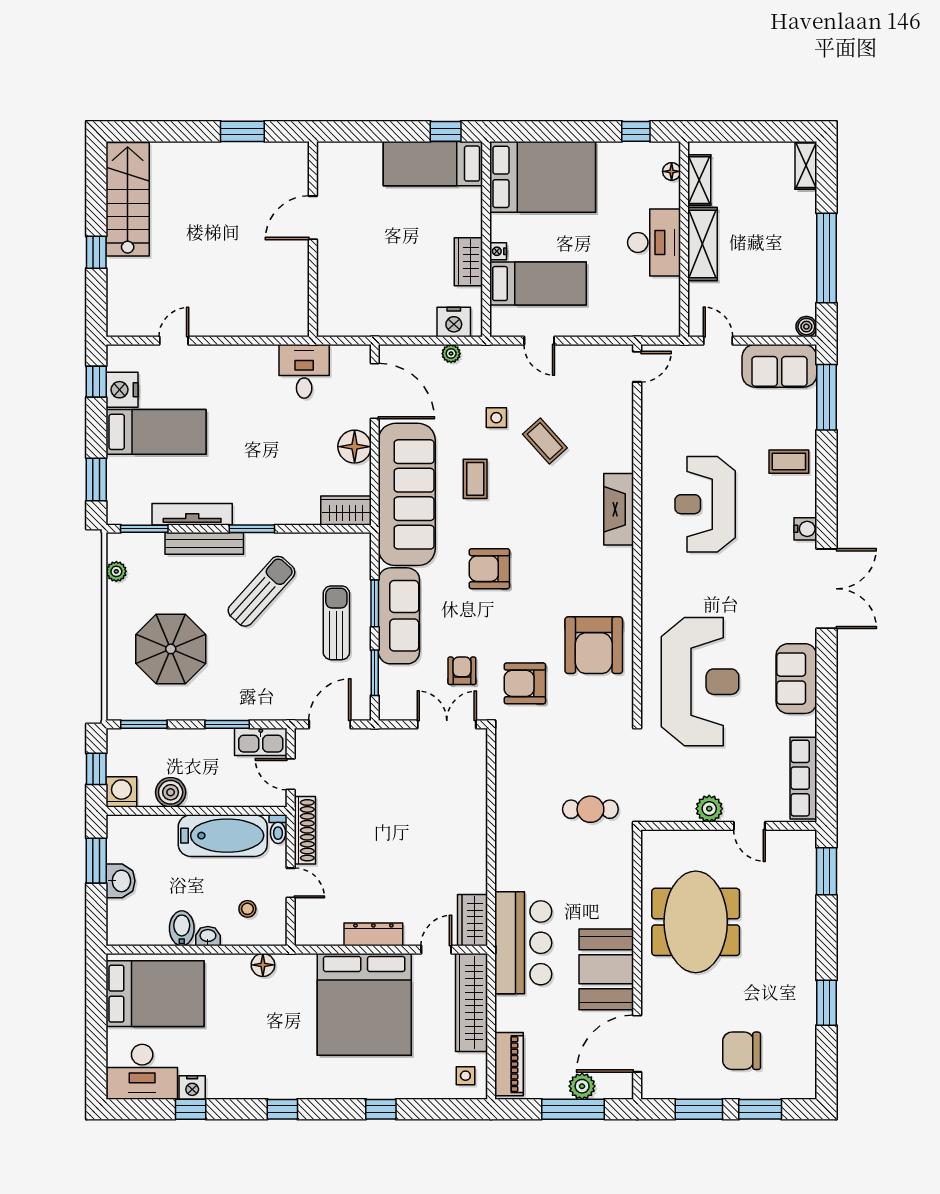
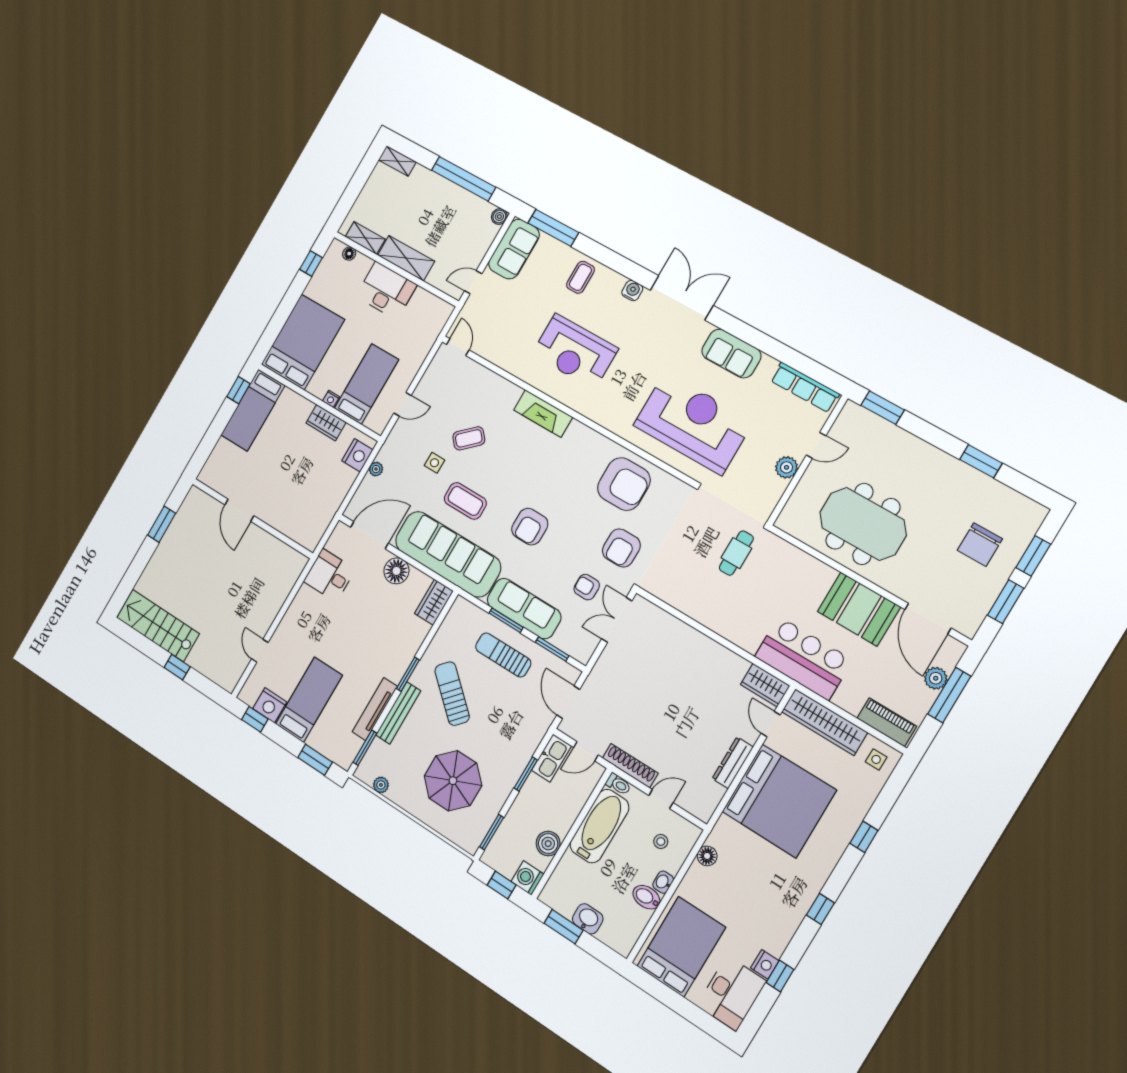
coffee table: (475, 479) -> (465, 501), width x1.36, depth x1.30

